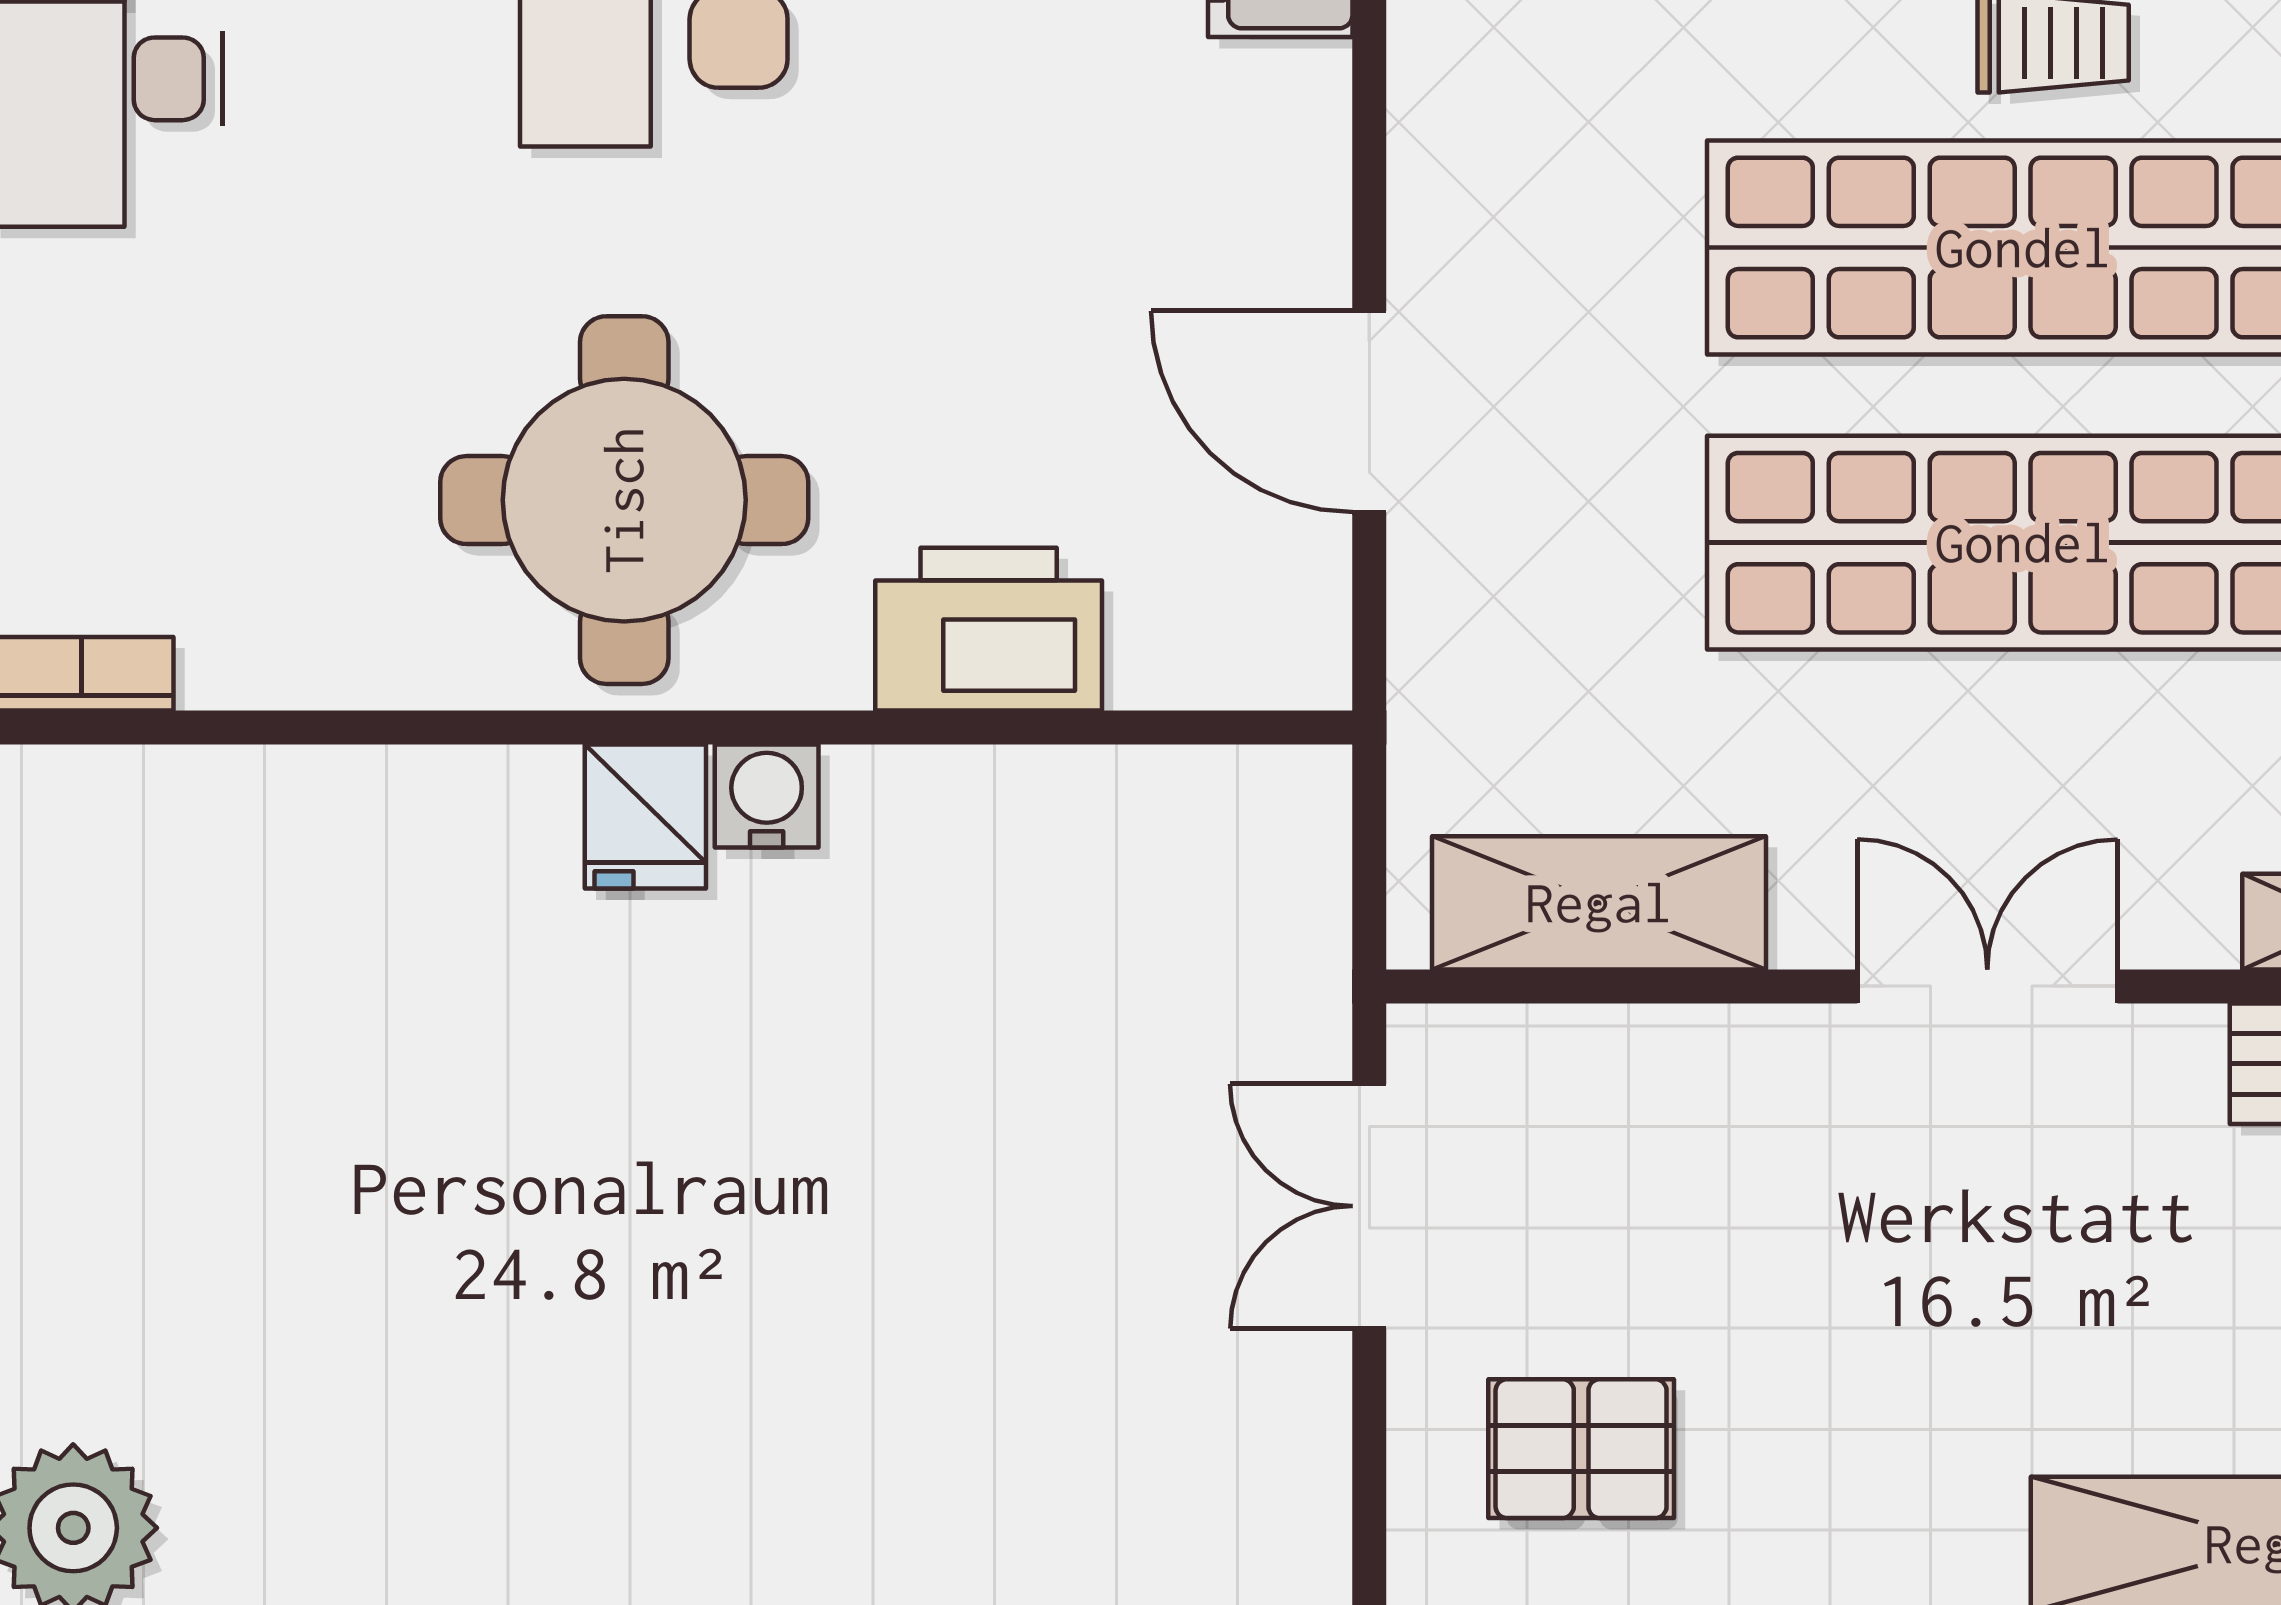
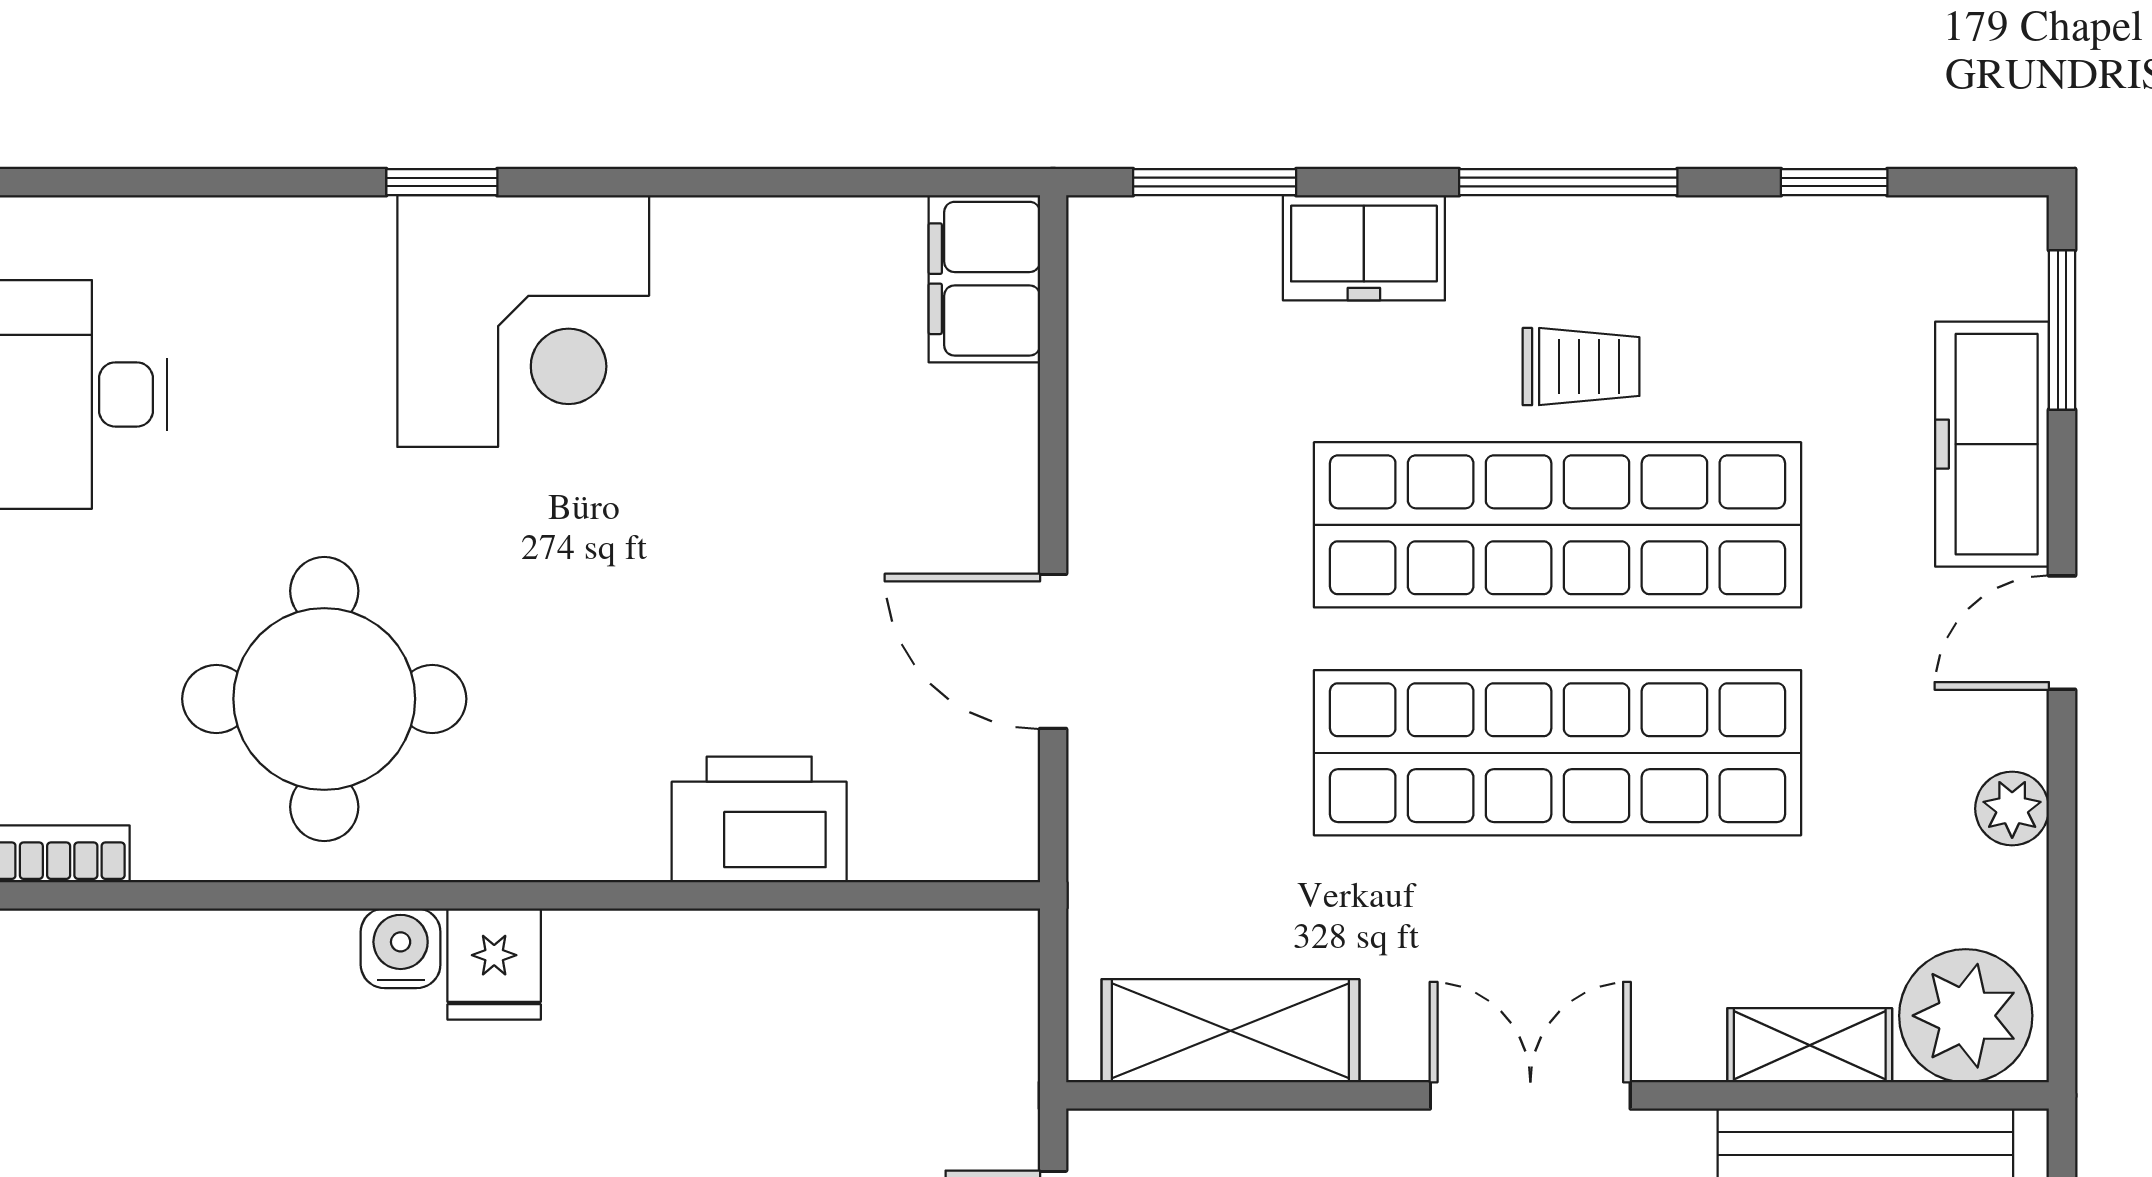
round table: (624, 500) -> (324, 699), moved
water cooler: (767, 796) -> (401, 948), moved

